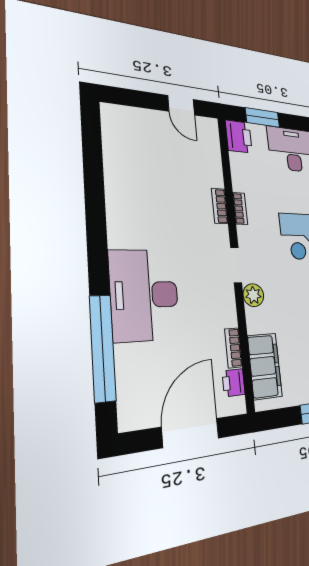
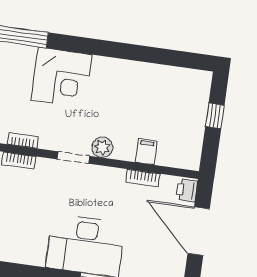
filing cabinet: (265, 366) -> (146, 152), width x0.33, depth x0.86
printer: (234, 383) -> (187, 190), moved, turned 90

